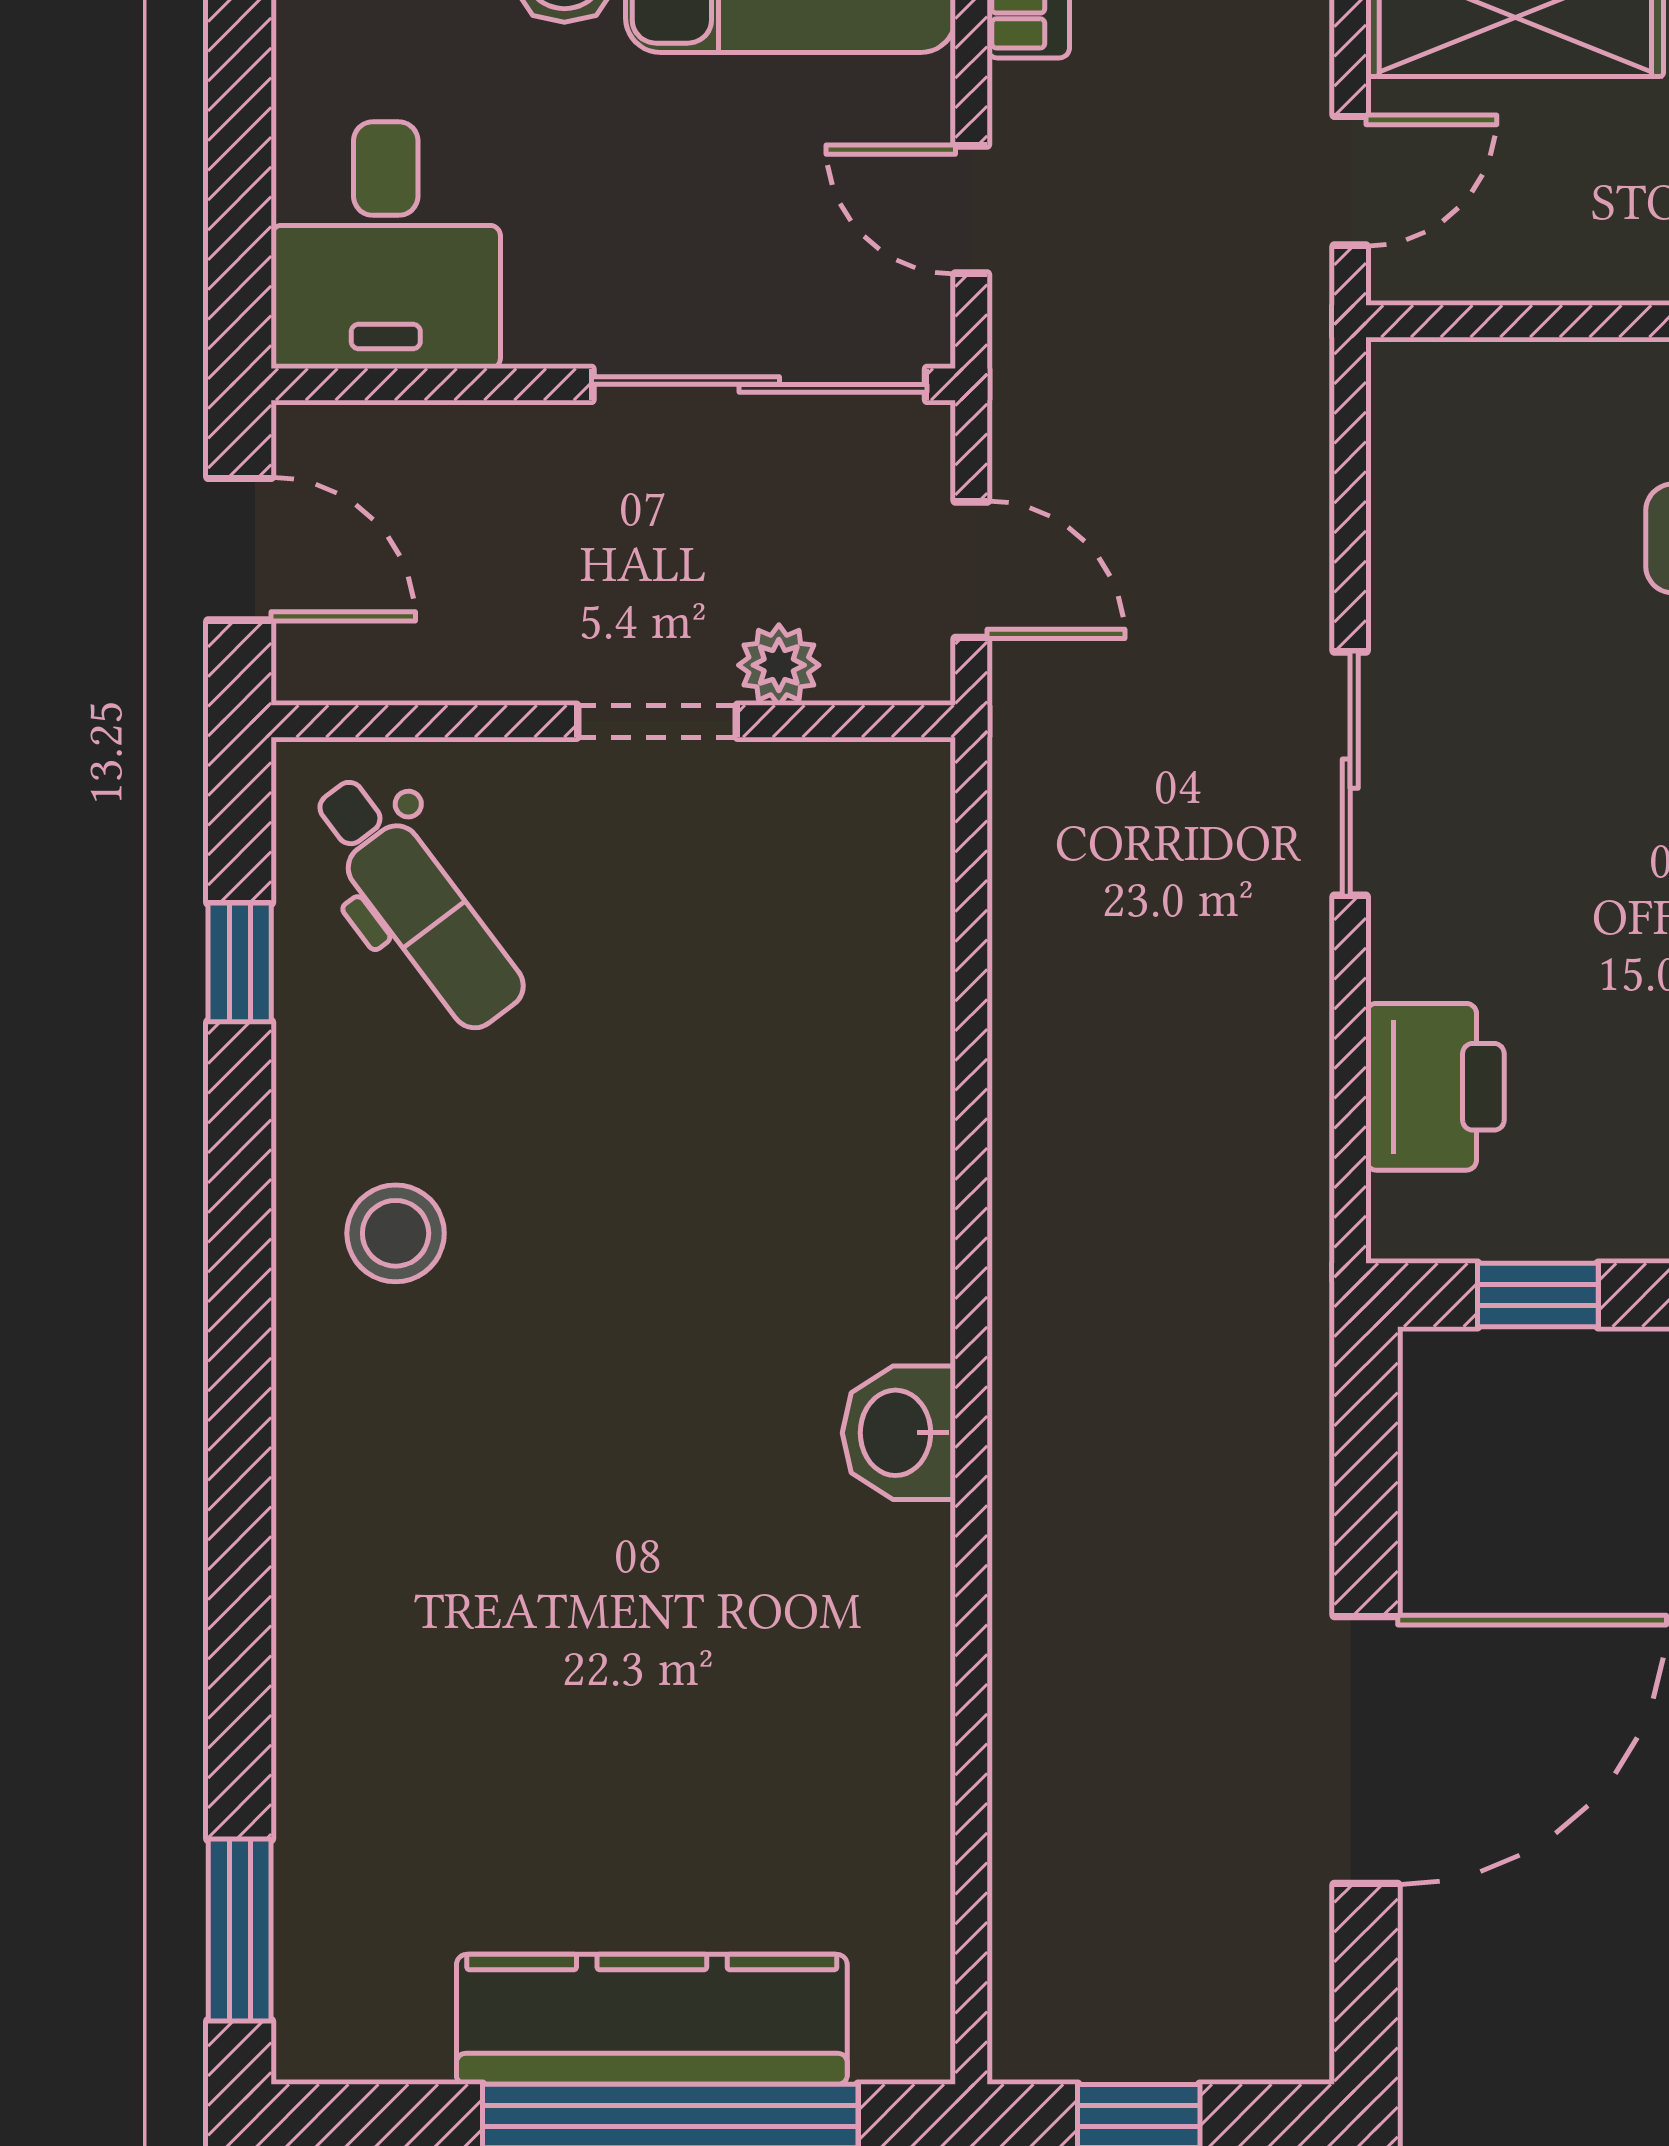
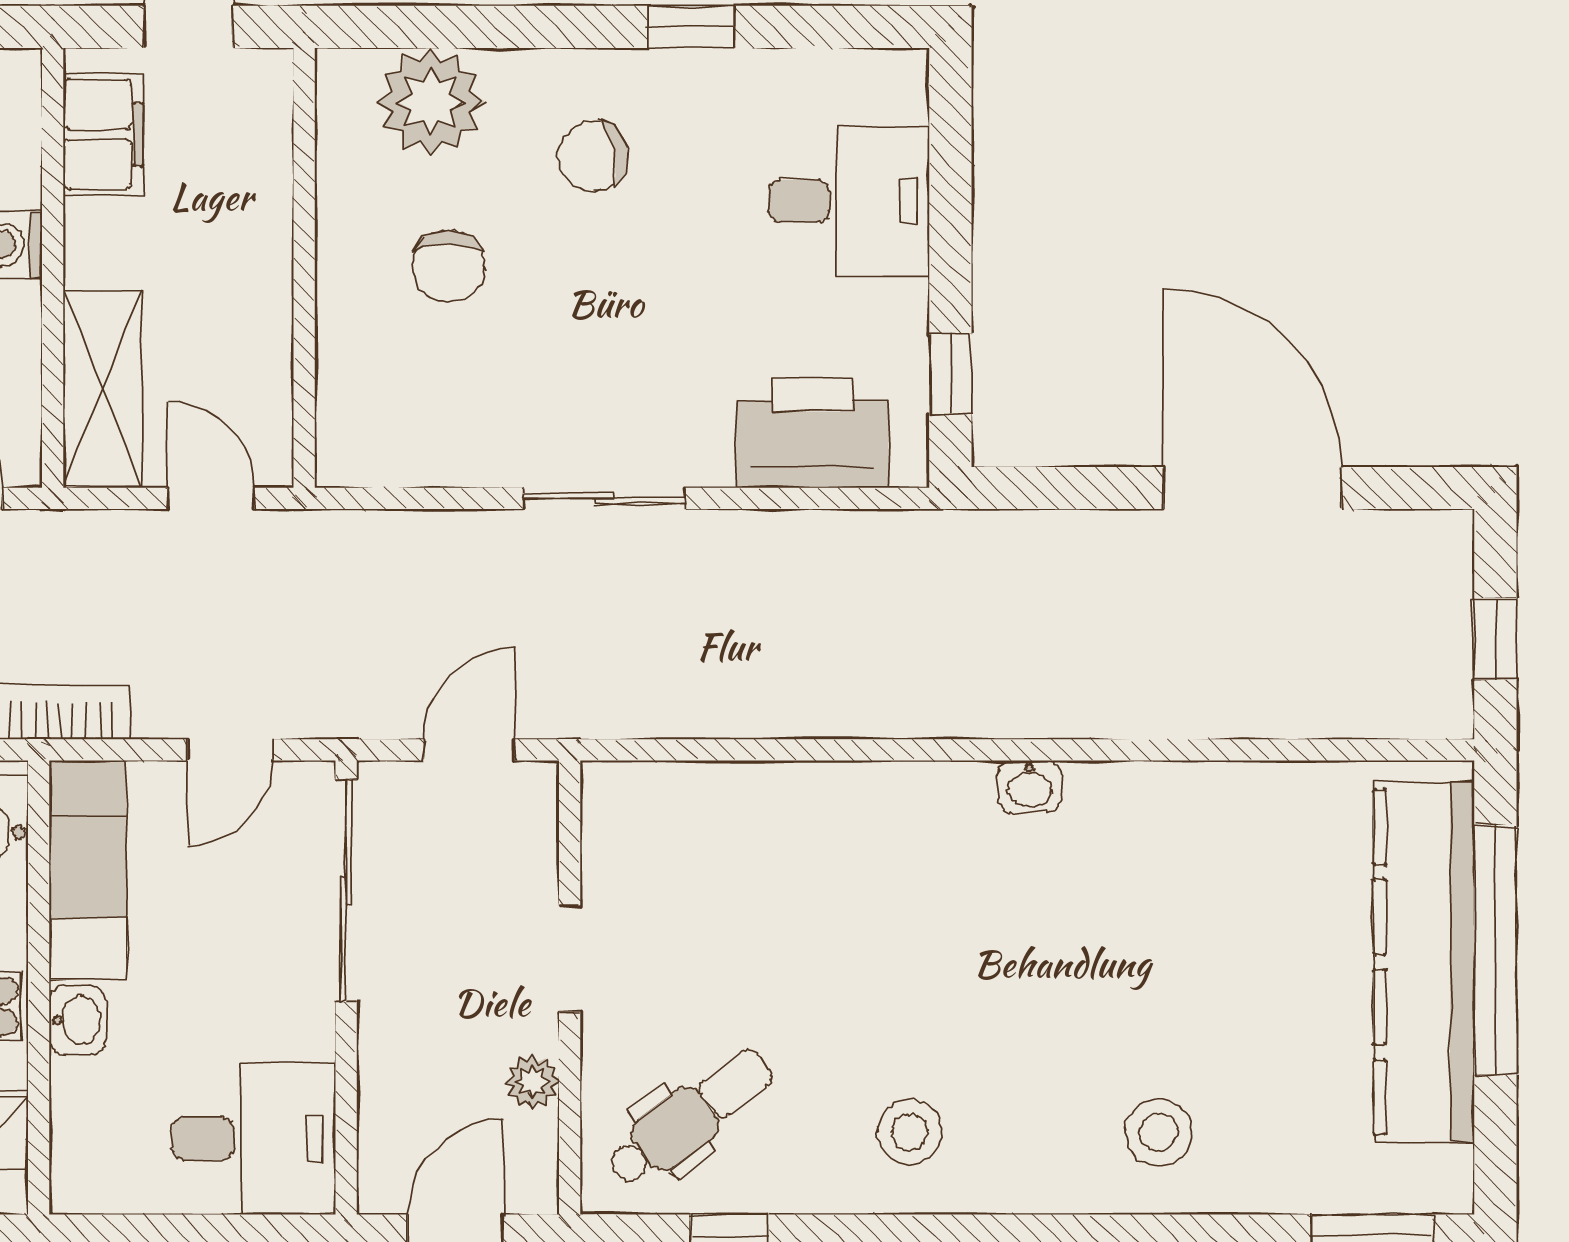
plant: (779, 665) -> (532, 1082), moved
printer: (1435, 1087) -> (812, 433), width x1.37, depth x1.19
washbasin: (899, 1433) -> (1030, 786), width x0.72, depth x0.69
stool: (395, 1609) -> (1159, 1132), added
kitchen counter: (652, 2019) -> (1424, 962), width x1.39, depth x1.17

